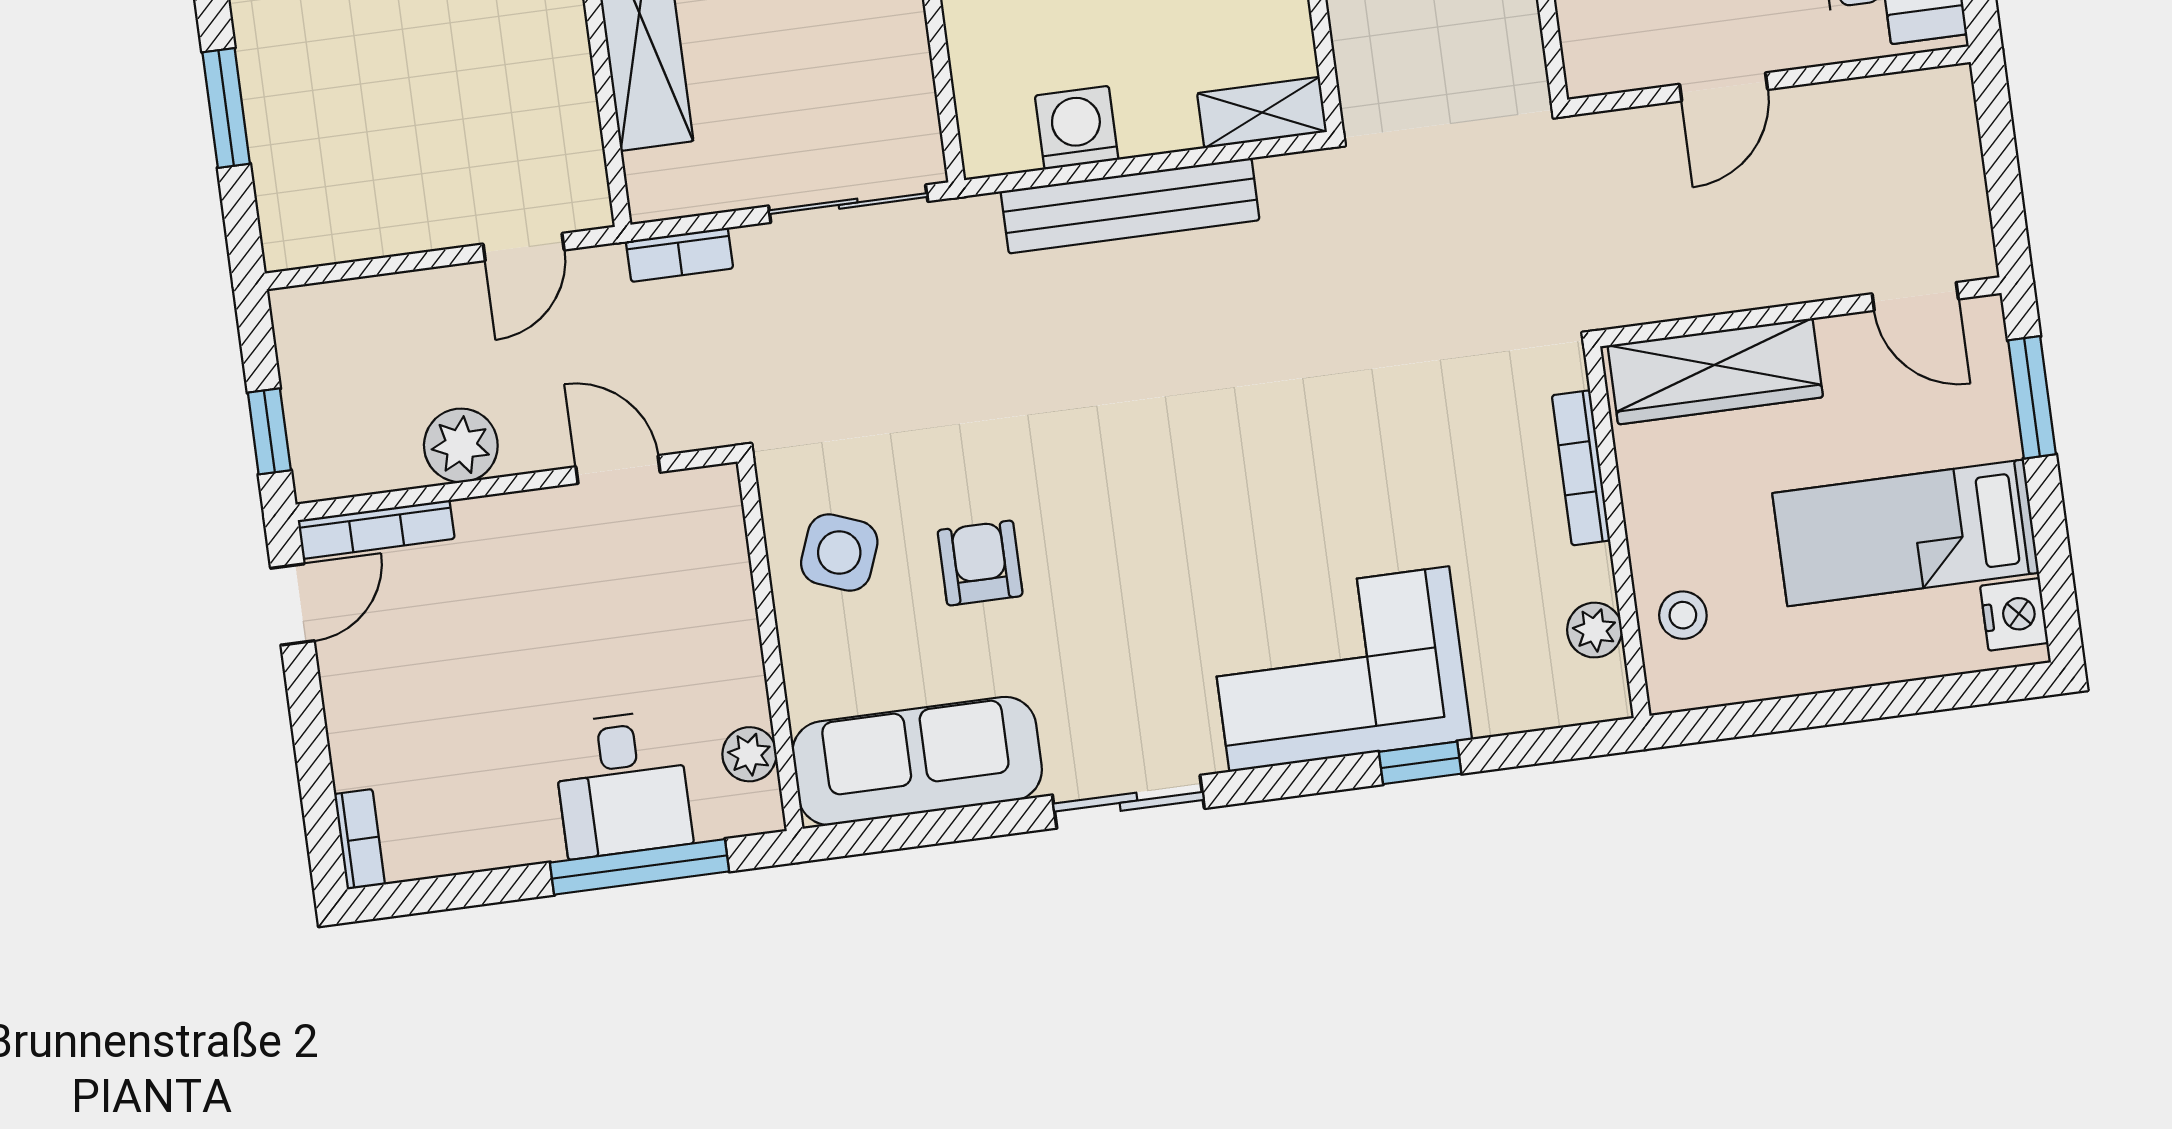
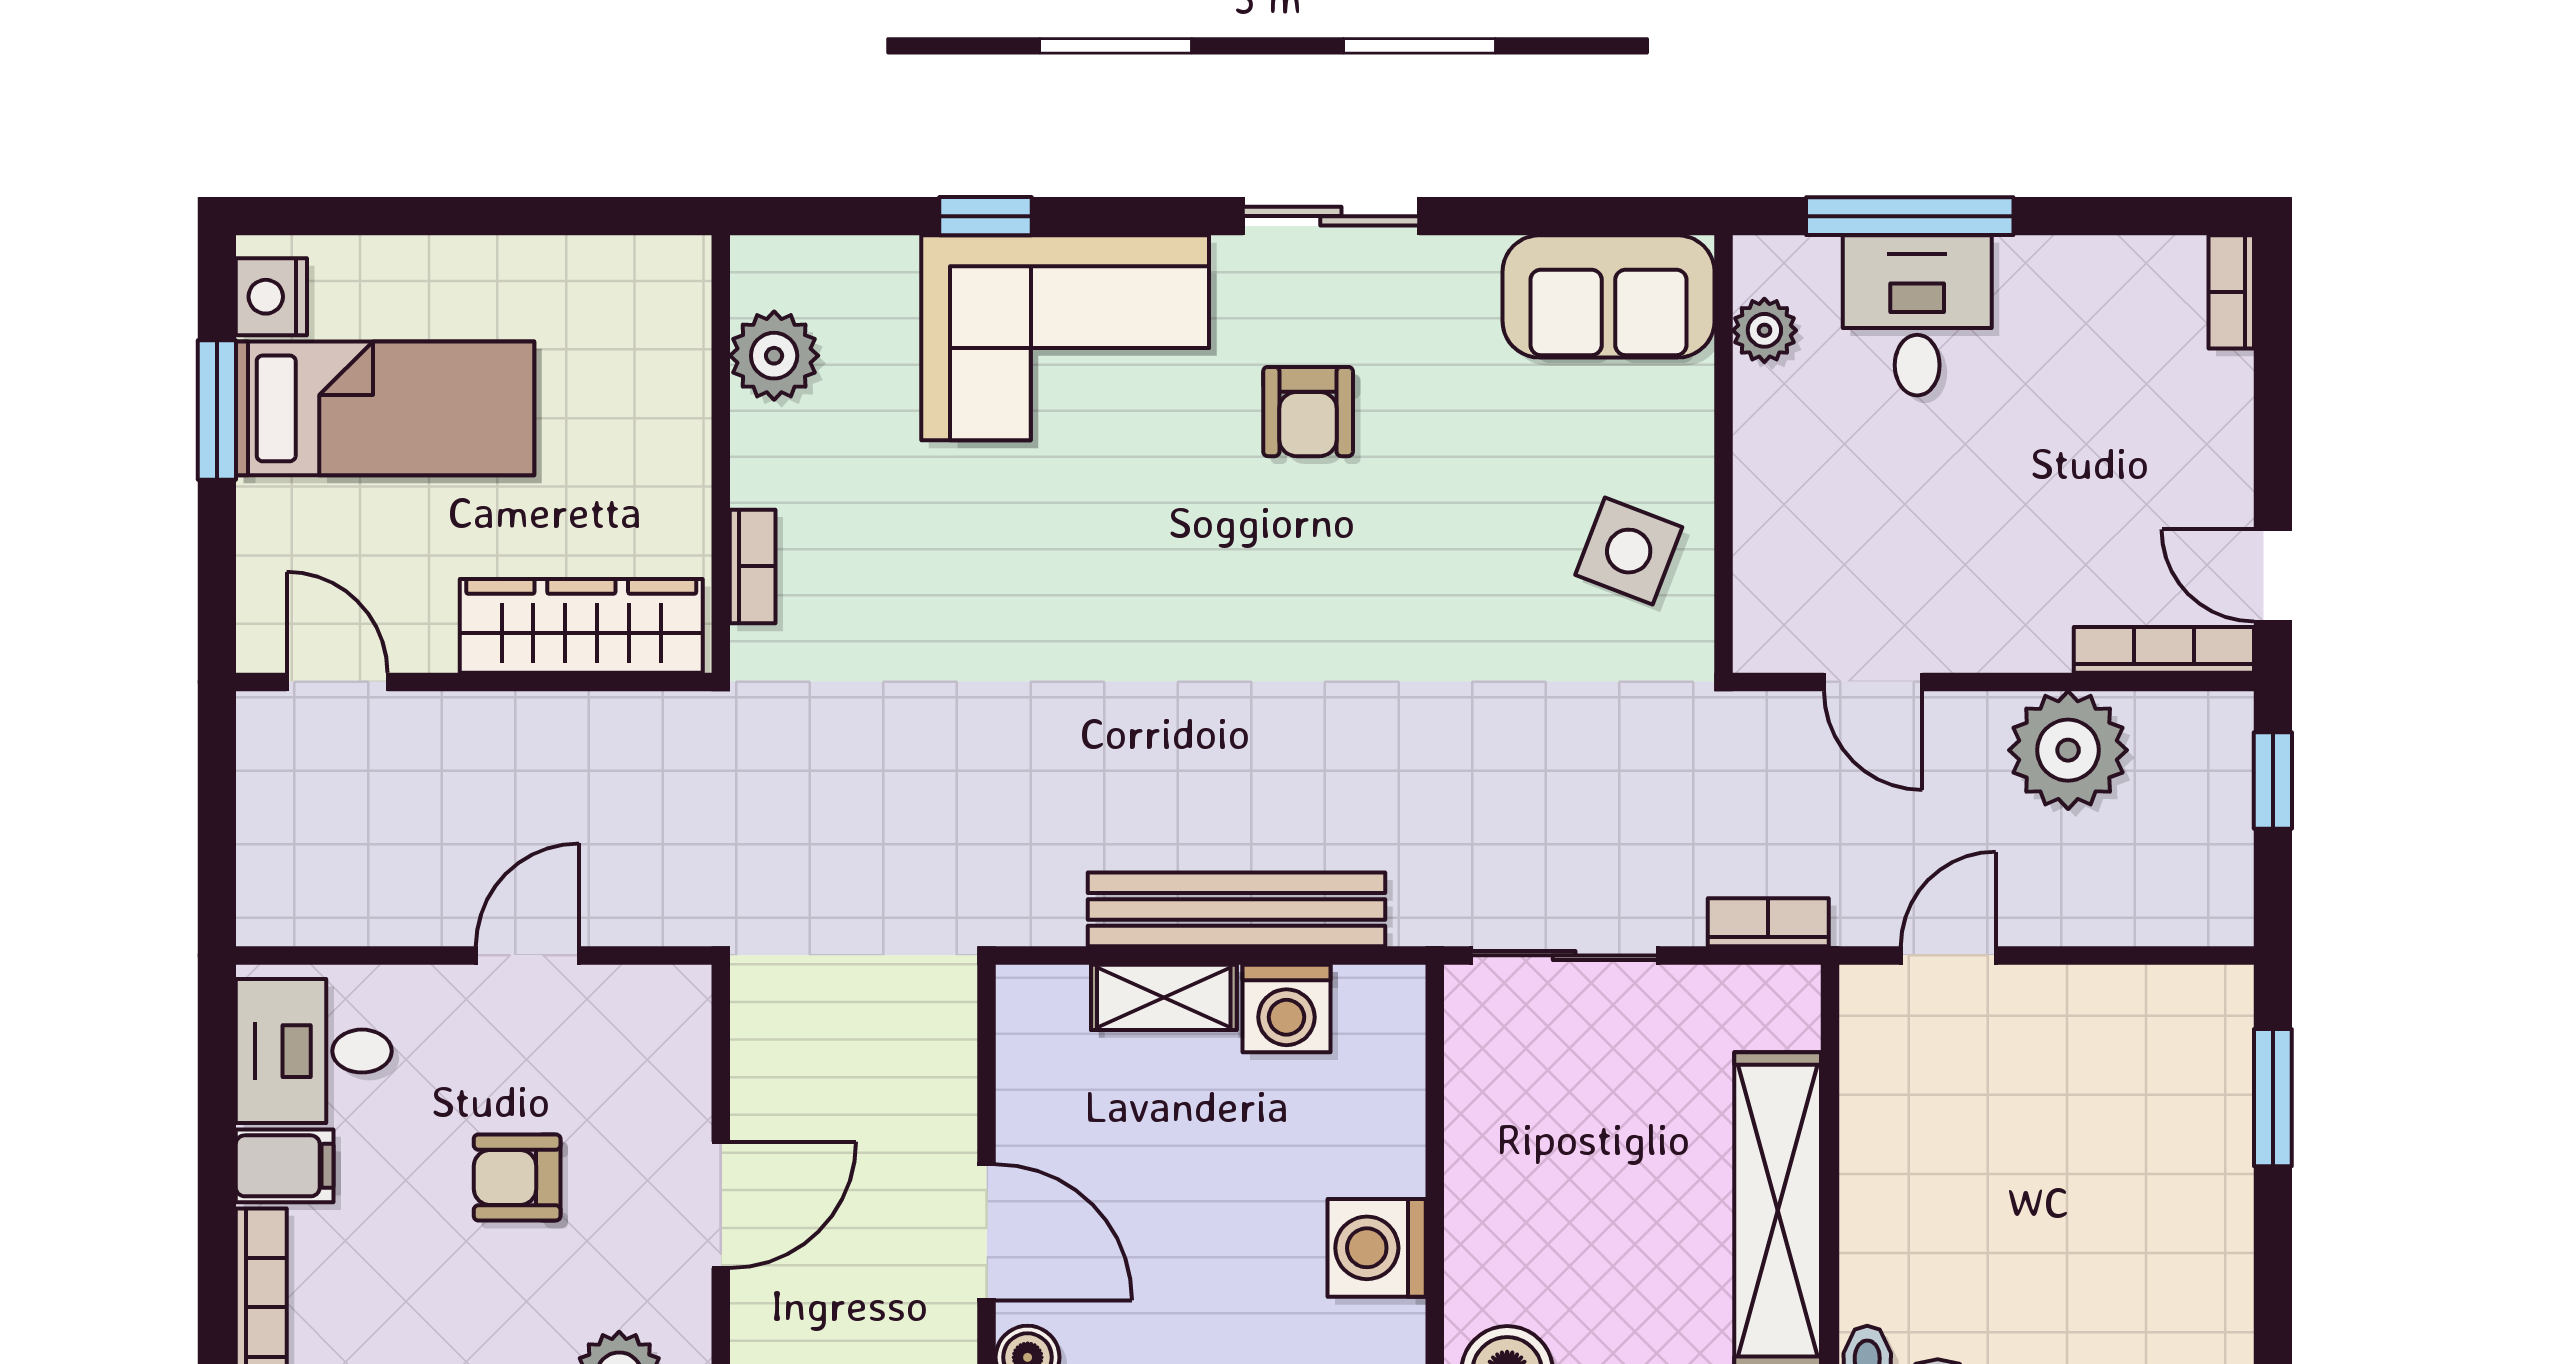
window: (226, 108) -> (2273, 1098), moved
shelving: (1262, 113) -> (1164, 997), moved
window: (2032, 397) -> (217, 410), moved
plant: (461, 445) -> (2068, 750), width x1.36, depth x1.36
bookcase: (1581, 468) -> (753, 566), width x0.64
armchair: (980, 563) -> (1308, 412), moved
door: (292, 605) -> (2273, 575), hinge flipped
stool: (1683, 615) -> (657, 347), removed
plant: (1595, 630) -> (774, 356), width x1.38, depth x1.38
sofa: (917, 761) -> (1609, 296), width x0.73

